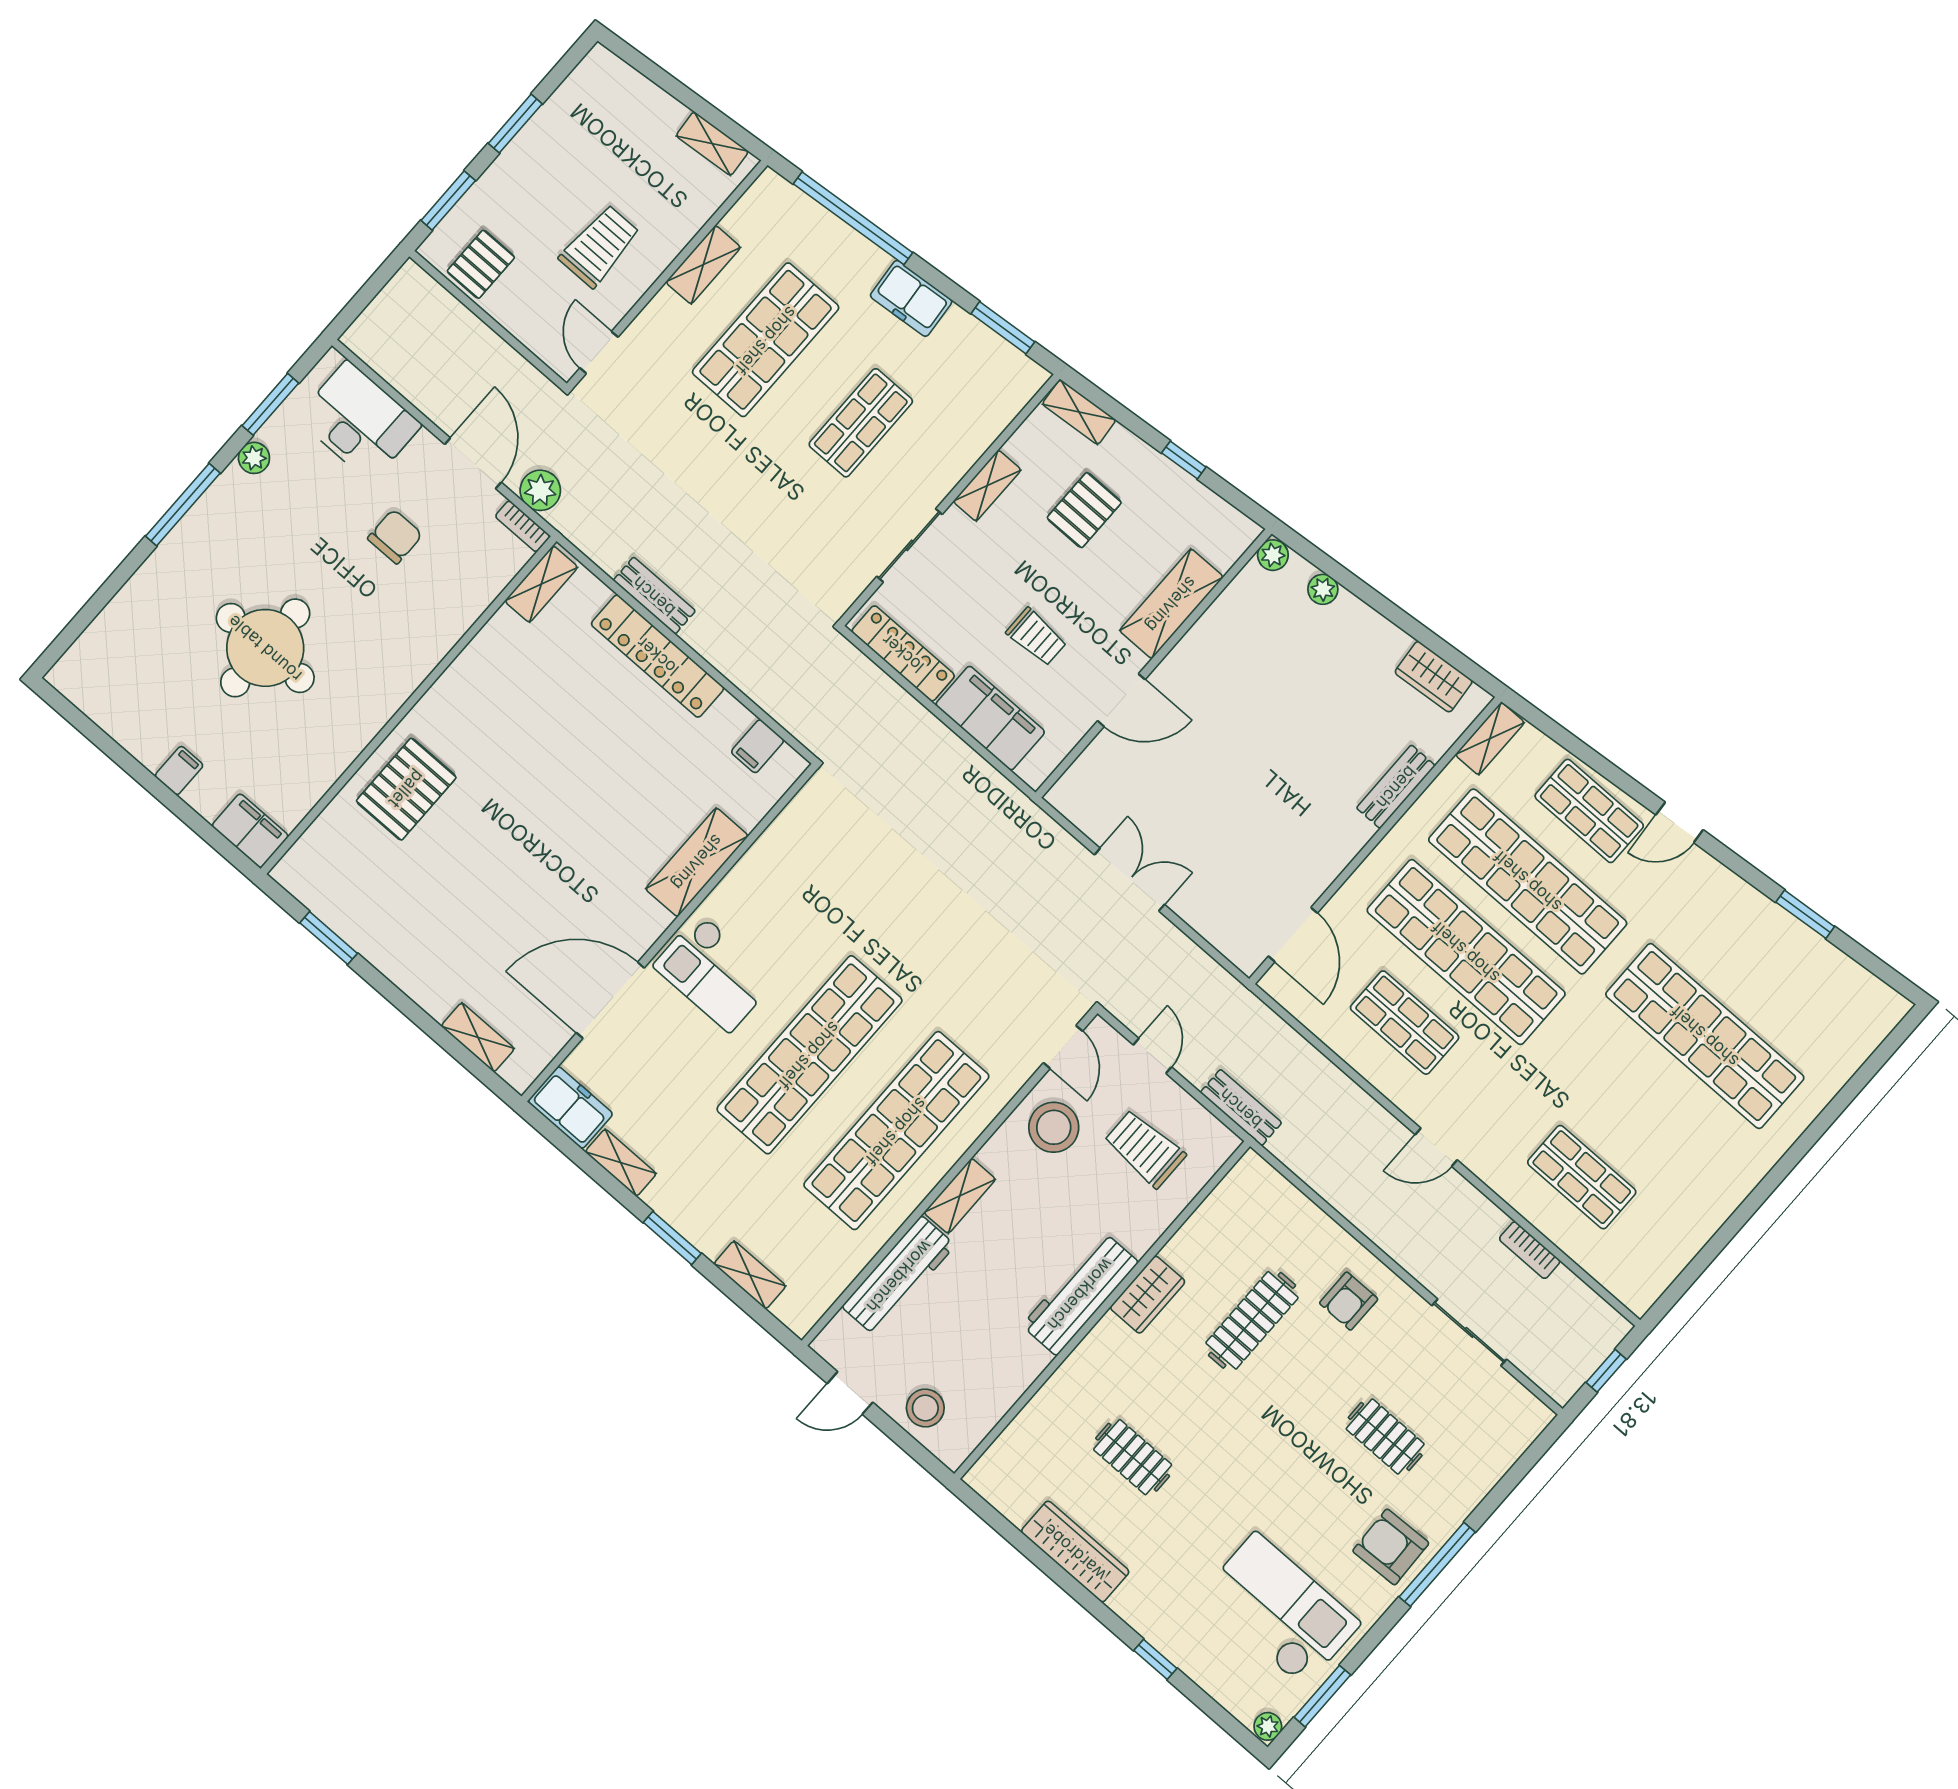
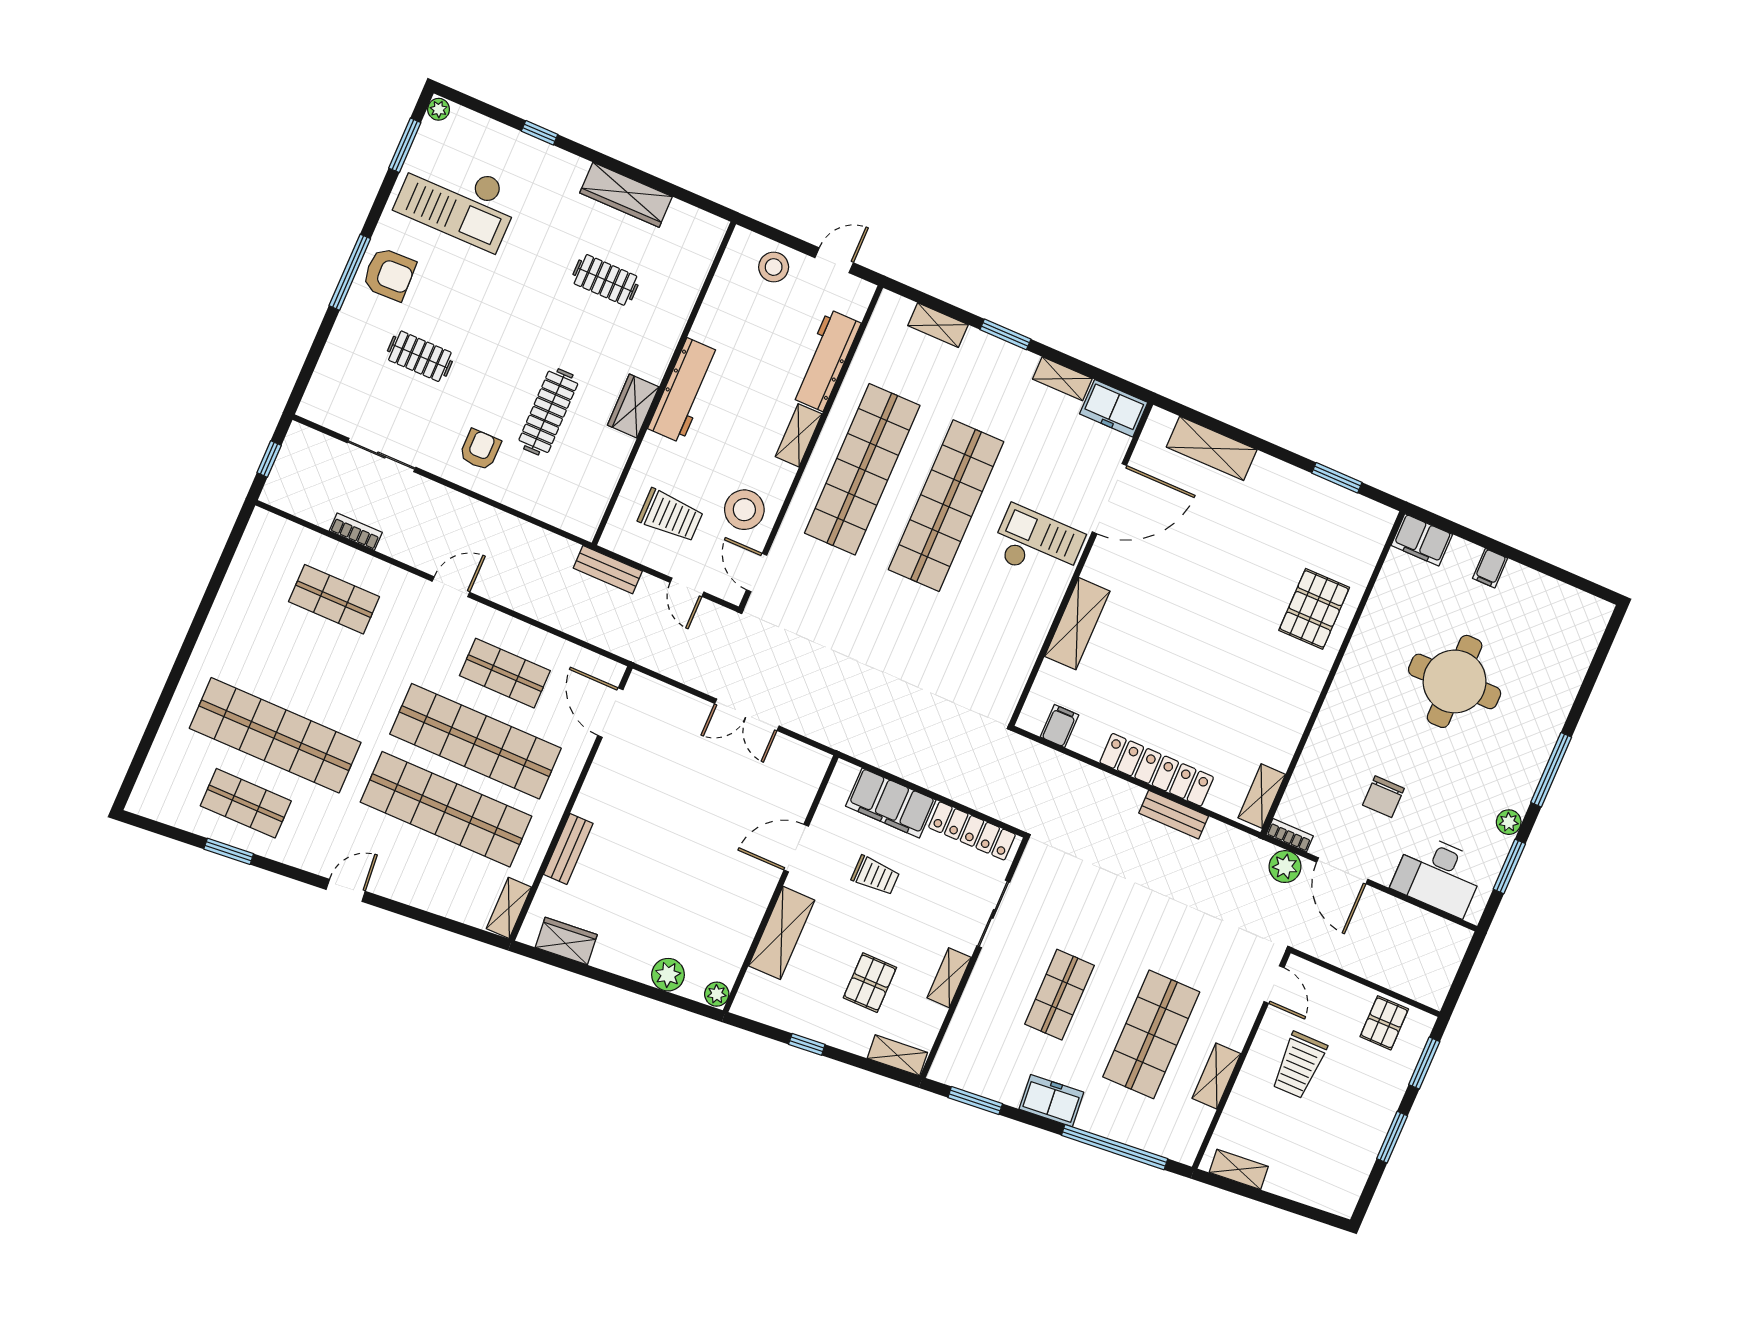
plant: (1323, 589) -> (668, 975), width x1.38, depth x1.38
trolley: (1036, 637) -> (875, 875), turned 180
shop shelf: (1589, 811) -> (246, 803), moved
shelving: (478, 1037) -> (1212, 448), width x1.50, depth x1.33

